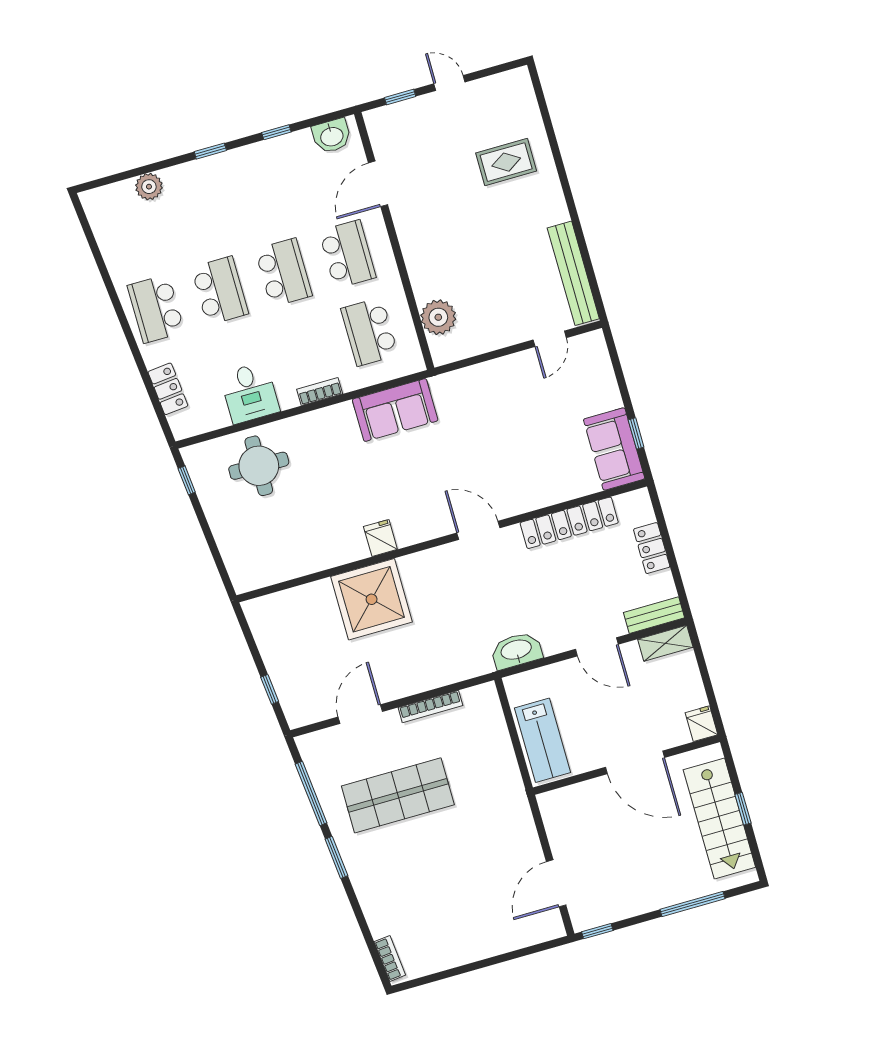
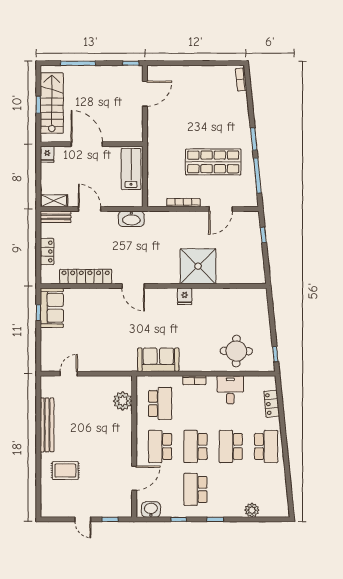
school desk: (261, 195) -> (195, 489), added
bench: (573, 273) -> (47, 425), moved

